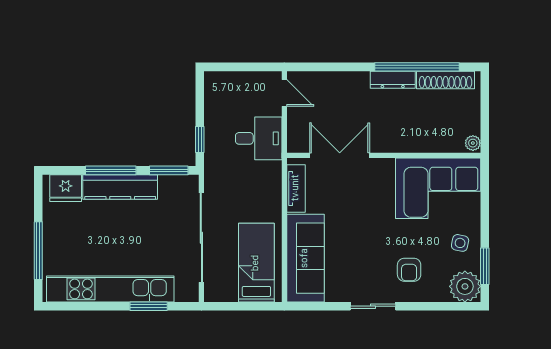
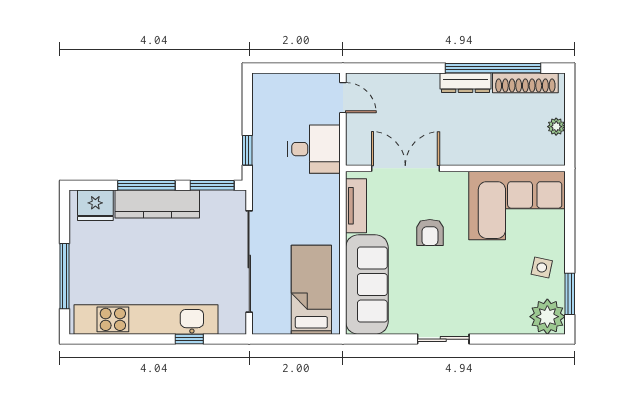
plant: (473, 143) -> (556, 127), moved
armchair: (409, 270) -> (430, 232), moved
window: (149, 306) -> (189, 339), width x0.67

